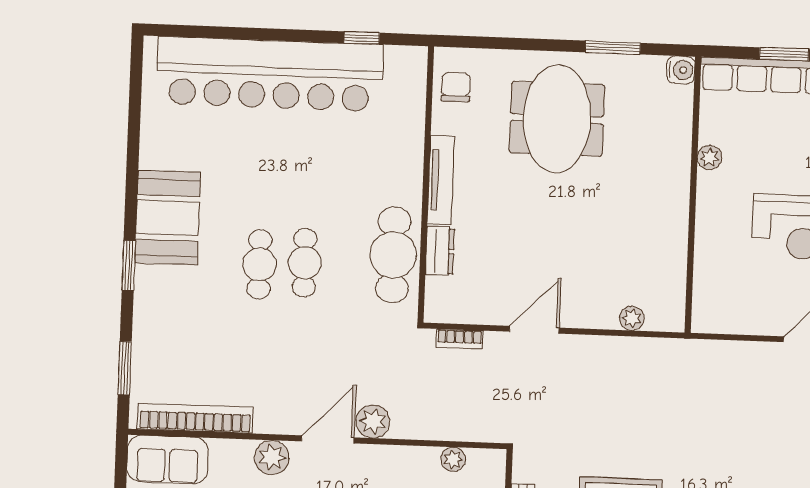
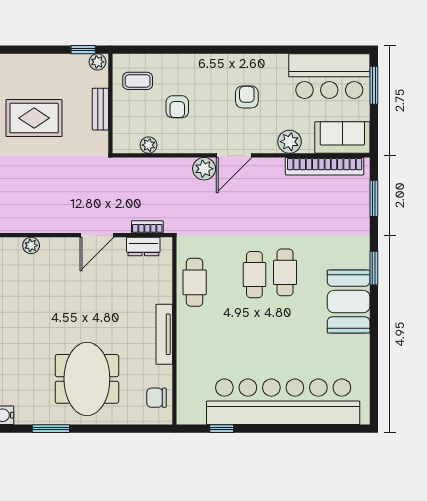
chair: (456, 87) -> (156, 398), turned 90
dresser: (440, 251) -> (143, 246), moved, turned -90
cafe table: (393, 255) -> (195, 282), width x0.73, depth x0.74
plant: (272, 457) -> (290, 142), moved

